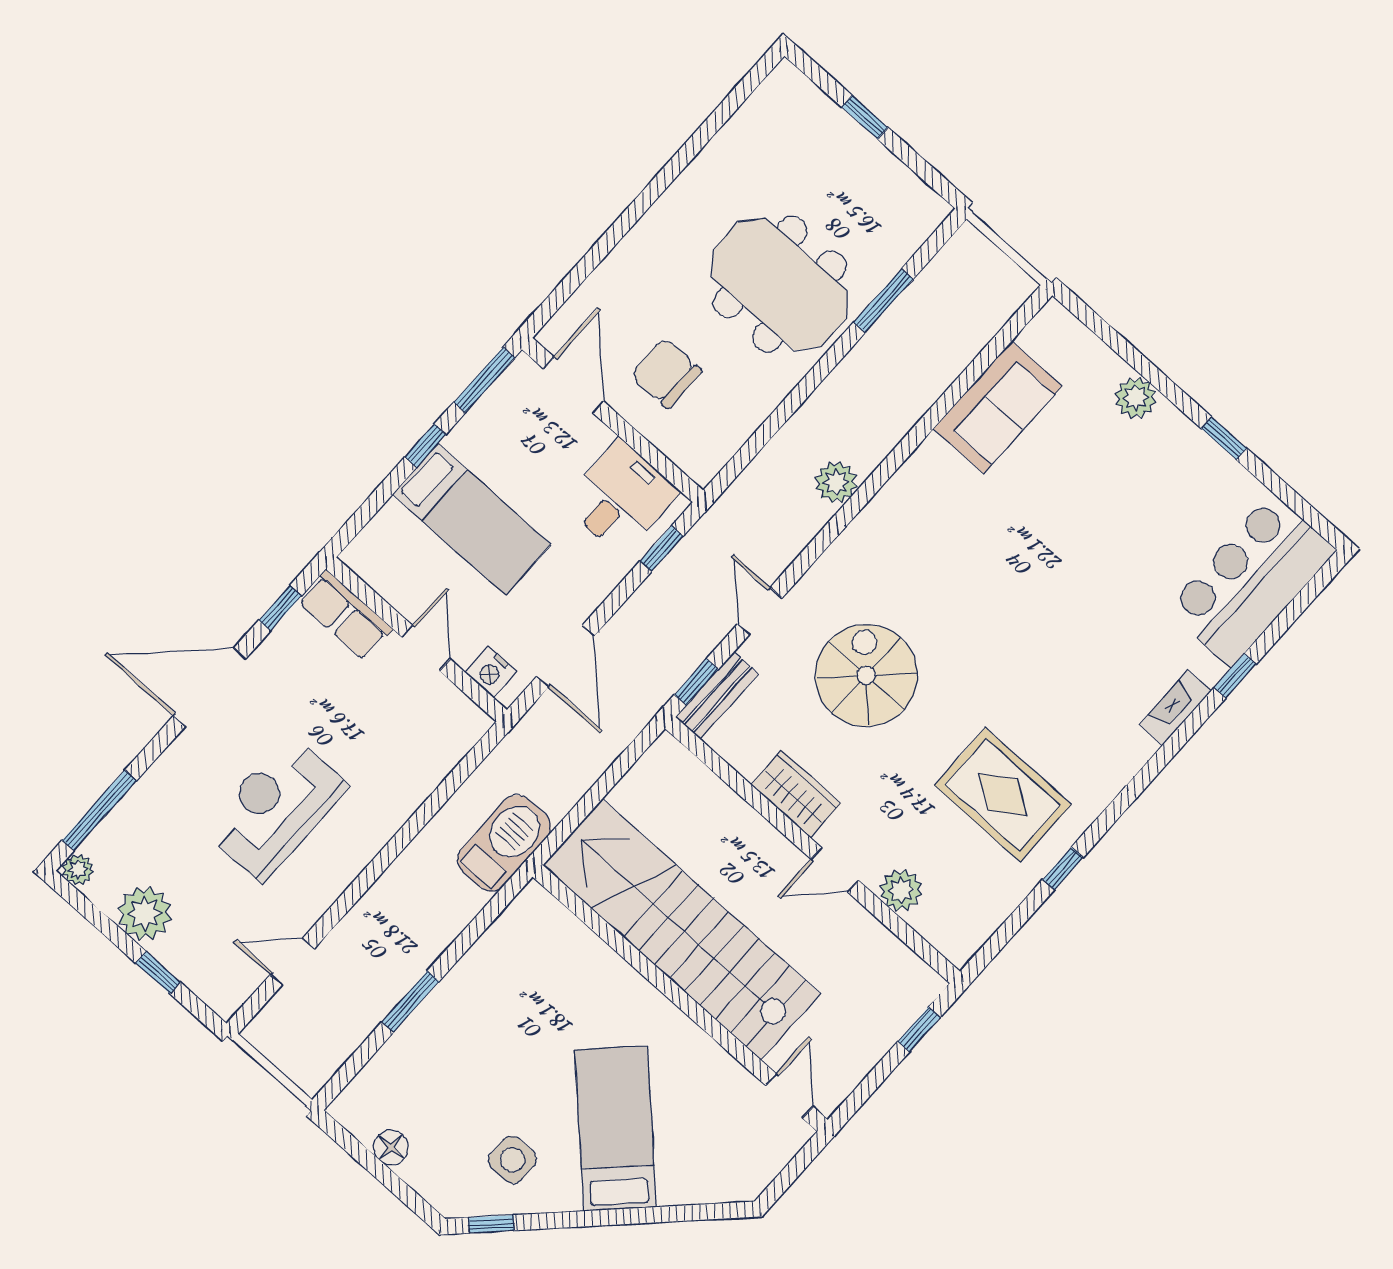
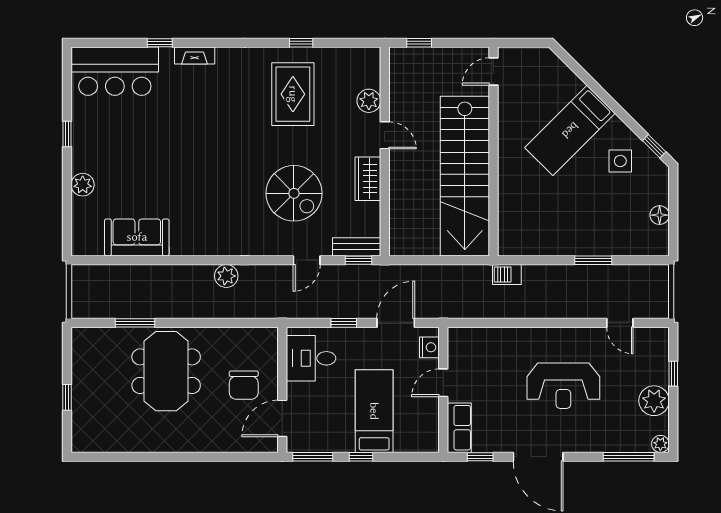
window: (662, 549) -> (344, 323), moved
spiral stairs: (866, 675) -> (294, 193), turned -90
barbecue: (504, 843) -> (507, 274), width x0.53, depth x0.65

